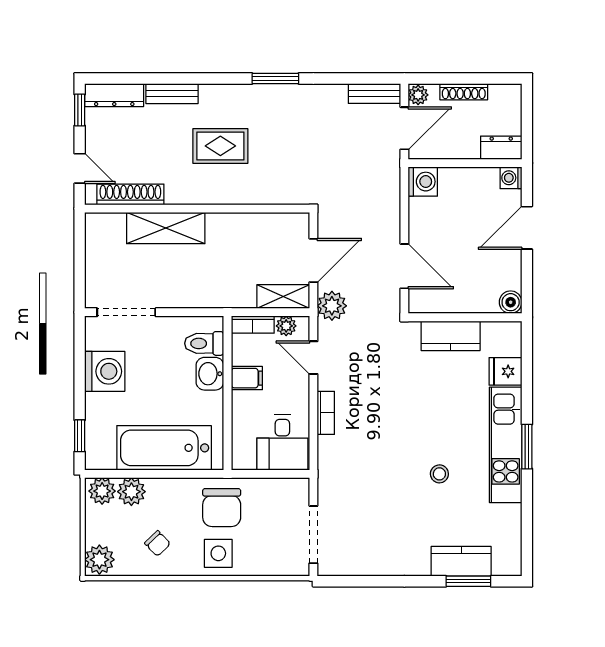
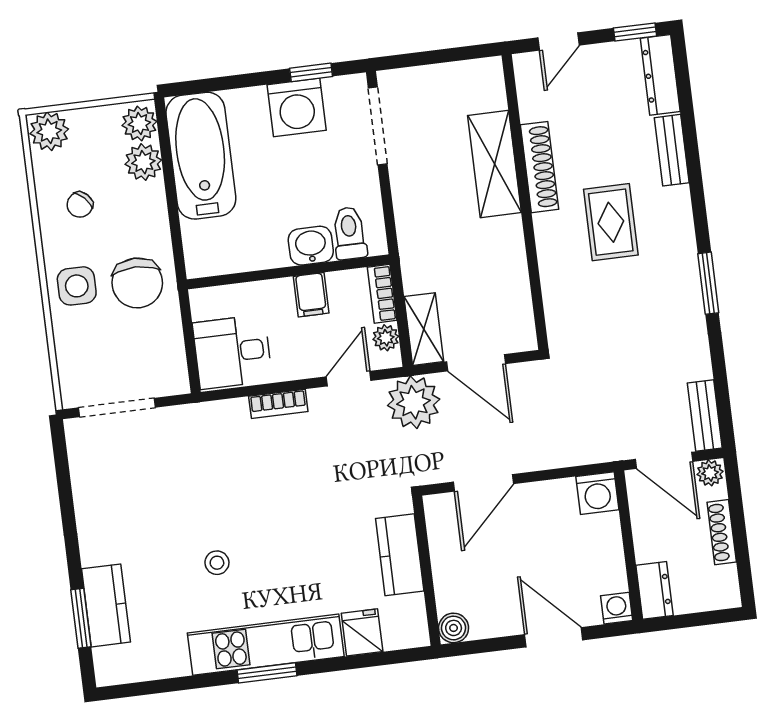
shoe rack: (130, 194) -> (540, 167), moved
plant: (332, 306) -> (414, 402), width x1.36, depth x1.36
window: (80, 436) -> (311, 72), moved
bathtub: (164, 448) -> (201, 156), moved
chair: (222, 508) -> (137, 283), turned -90

